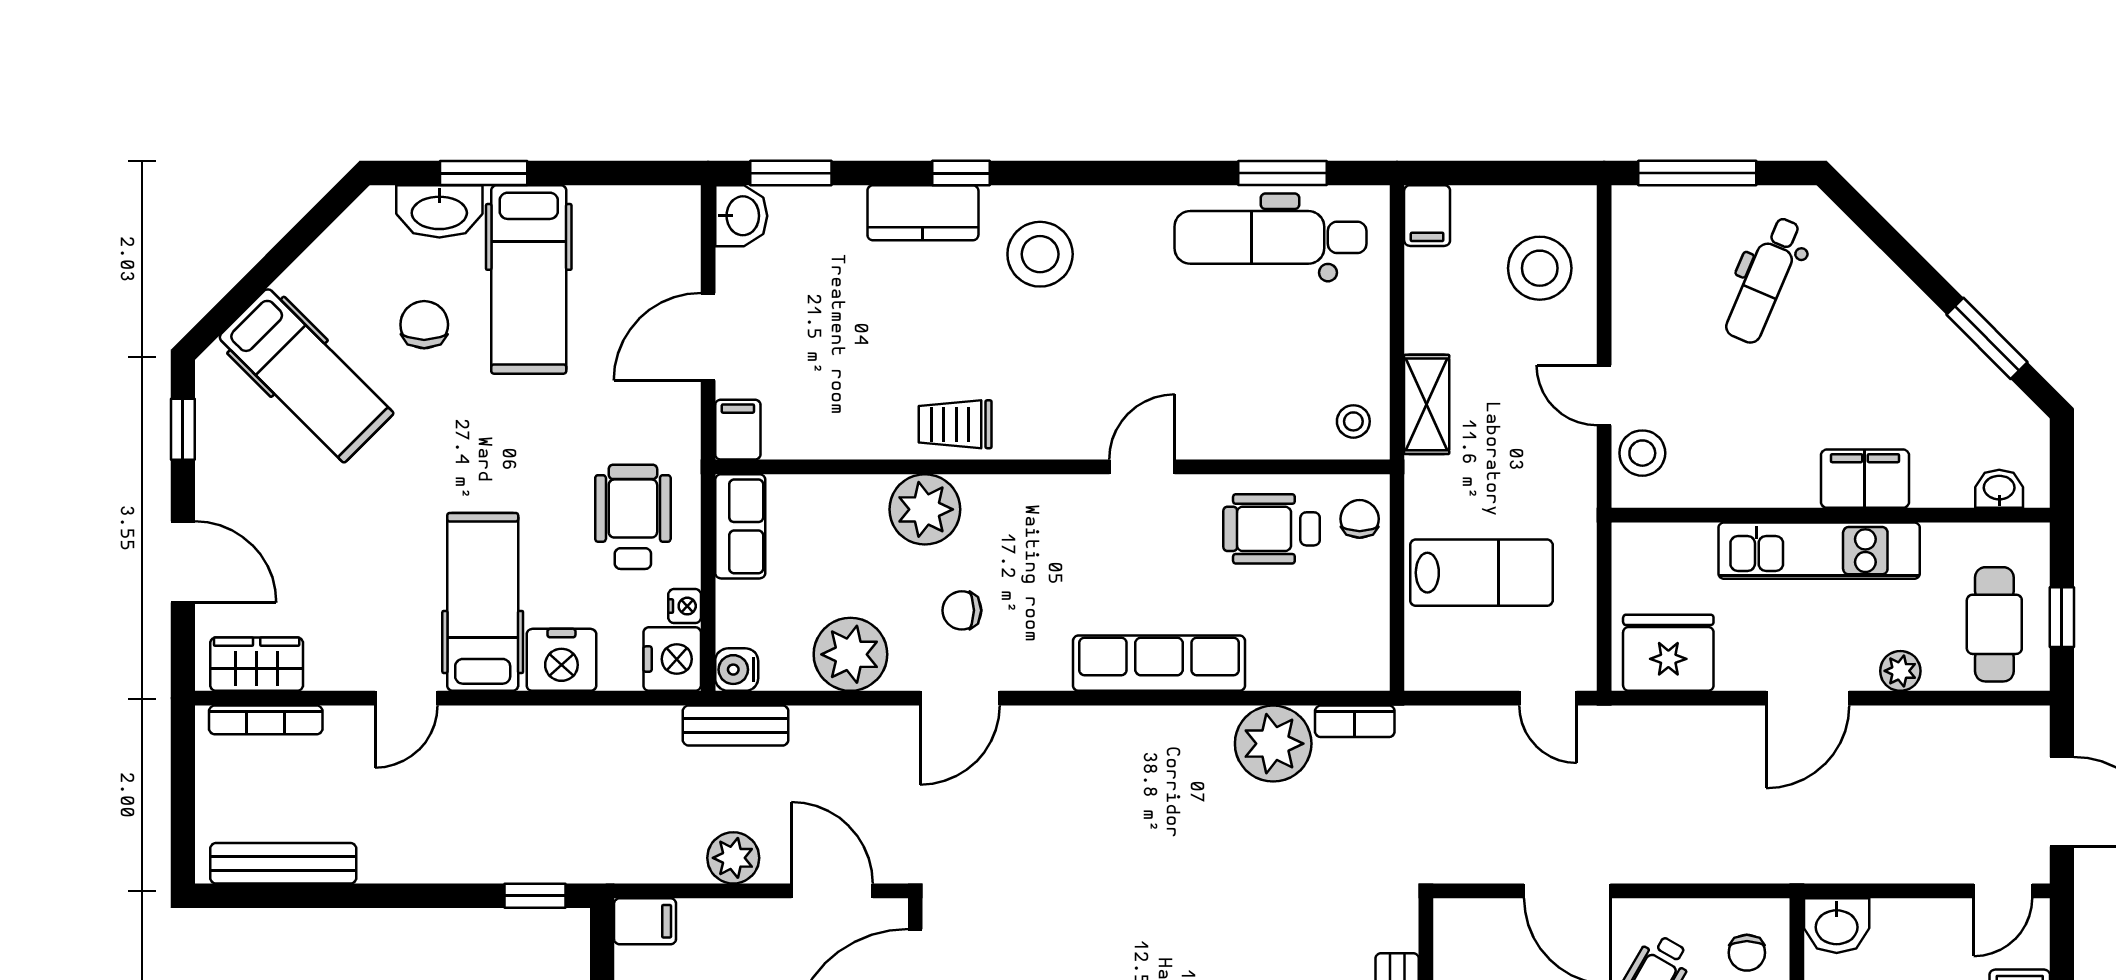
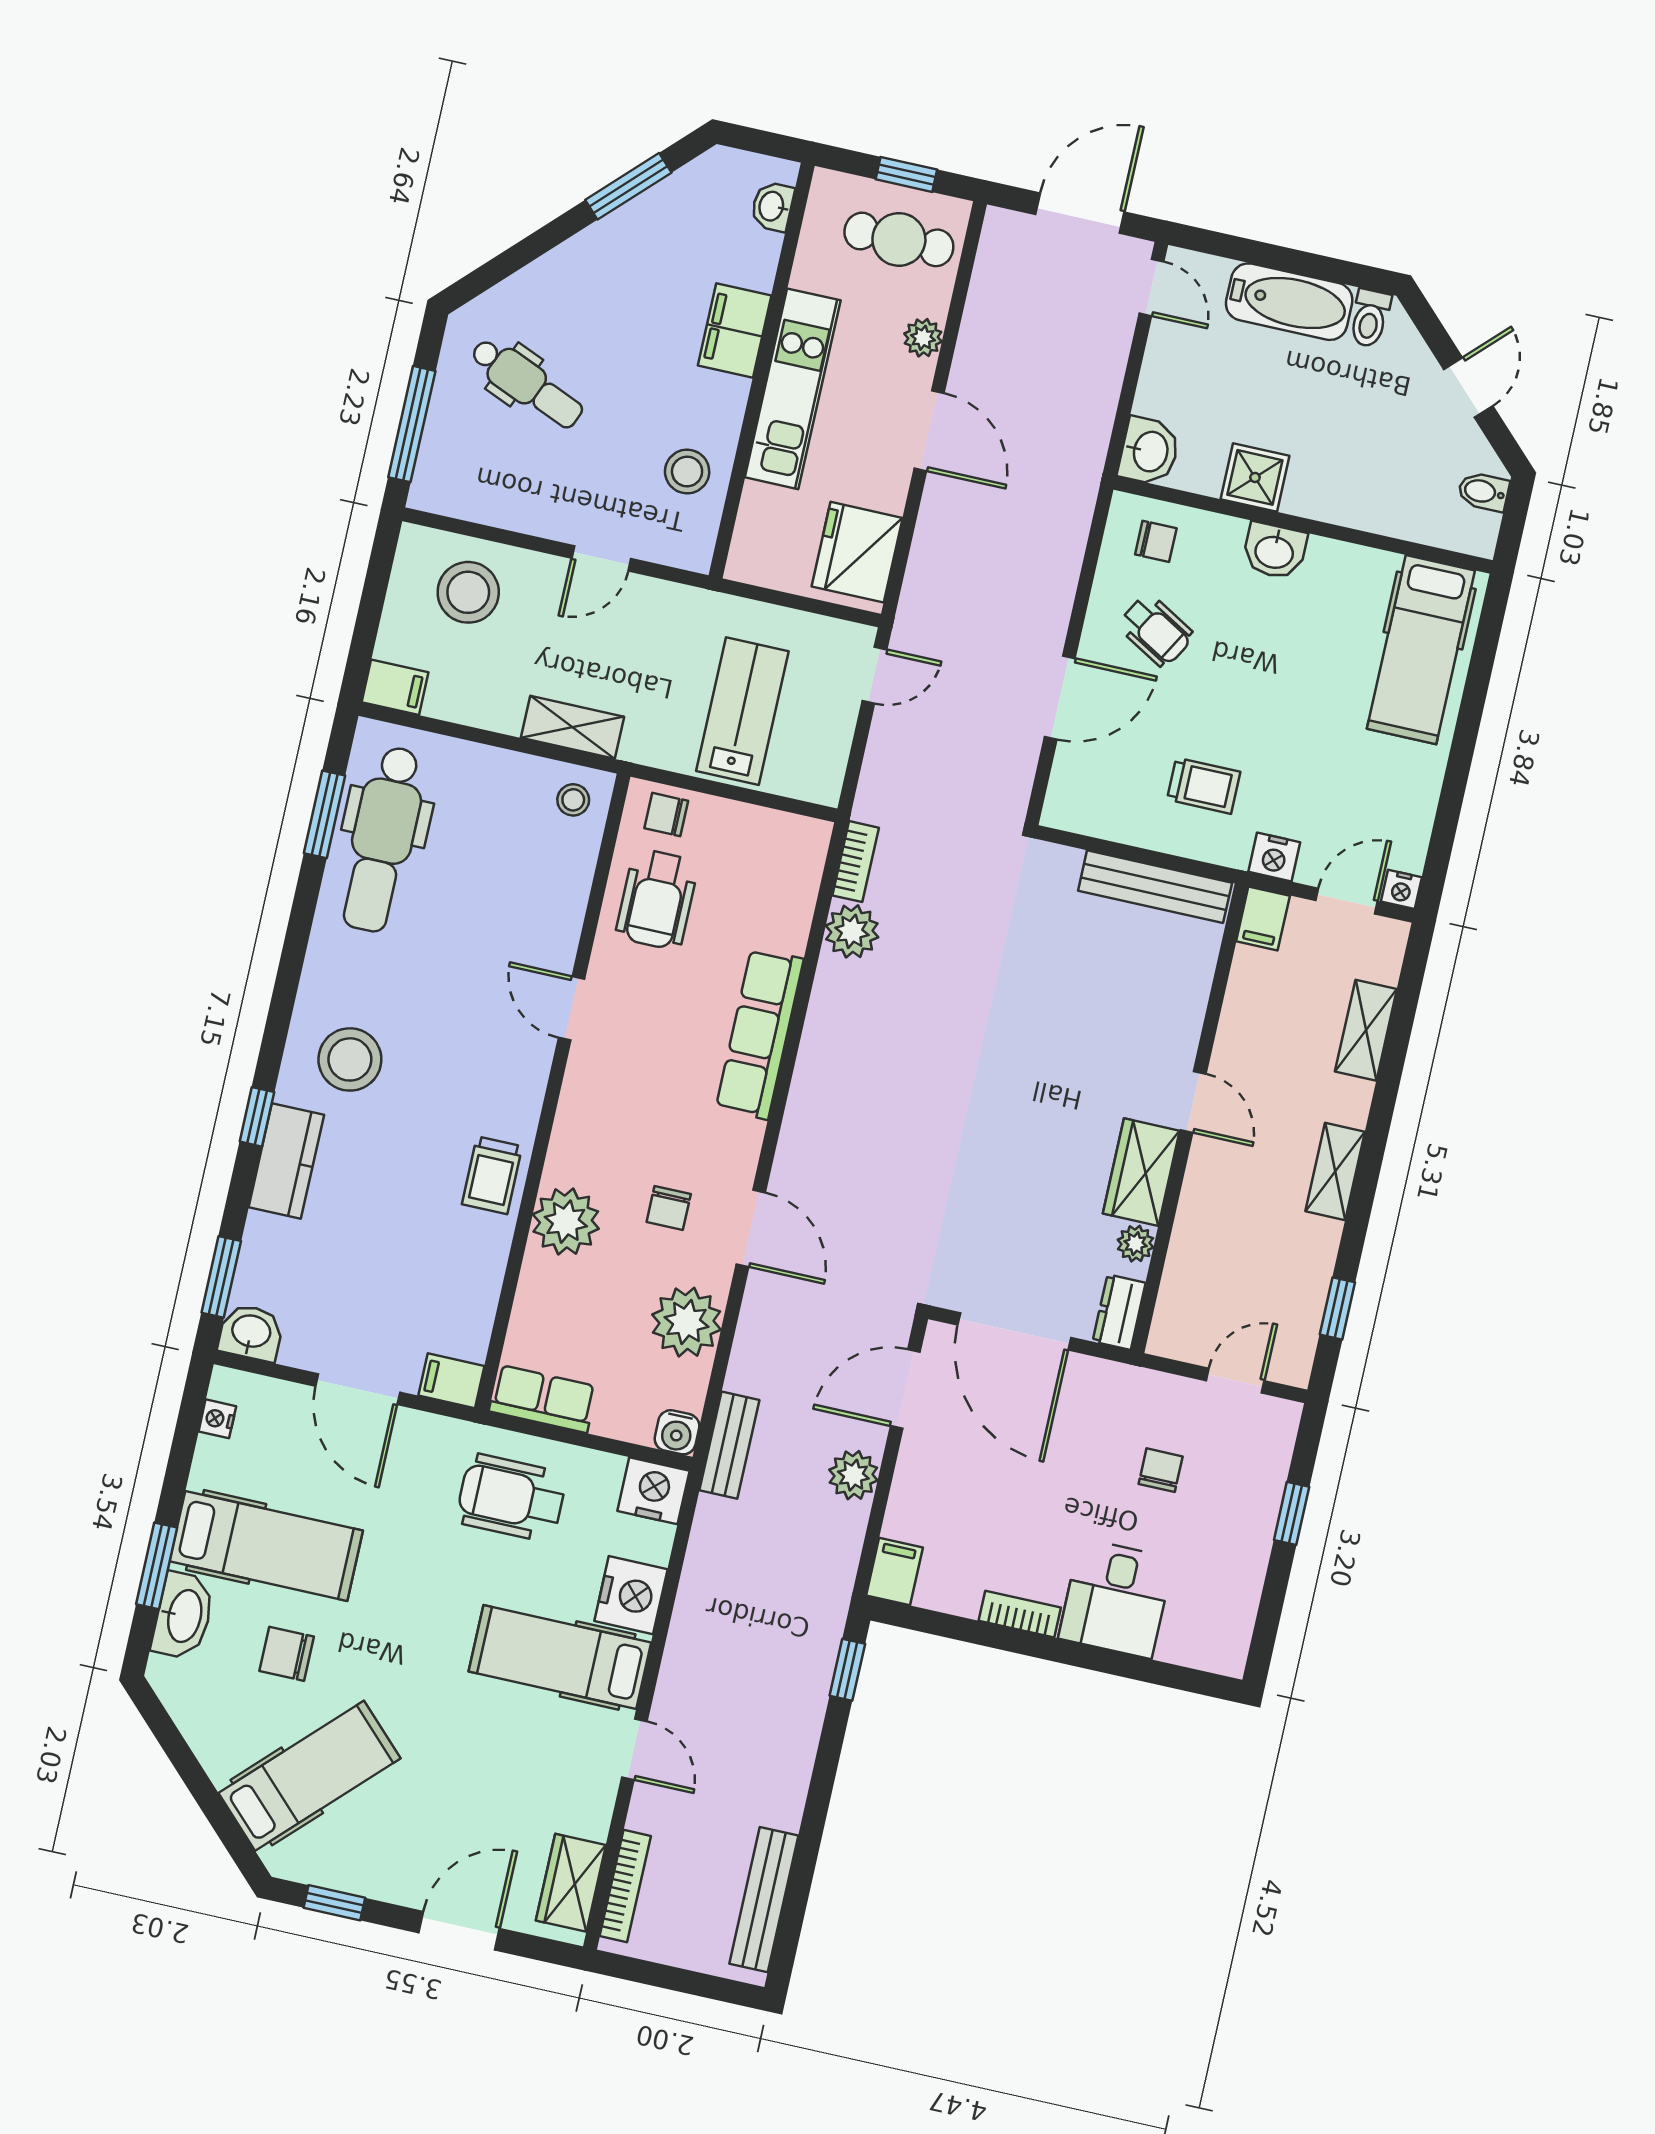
stool: (1642, 453) -> (687, 472), moved
nightstand: (685, 606) -> (217, 1419), moved, turned -90
plant: (1273, 744) -> (852, 931), width x0.73, depth x0.73

